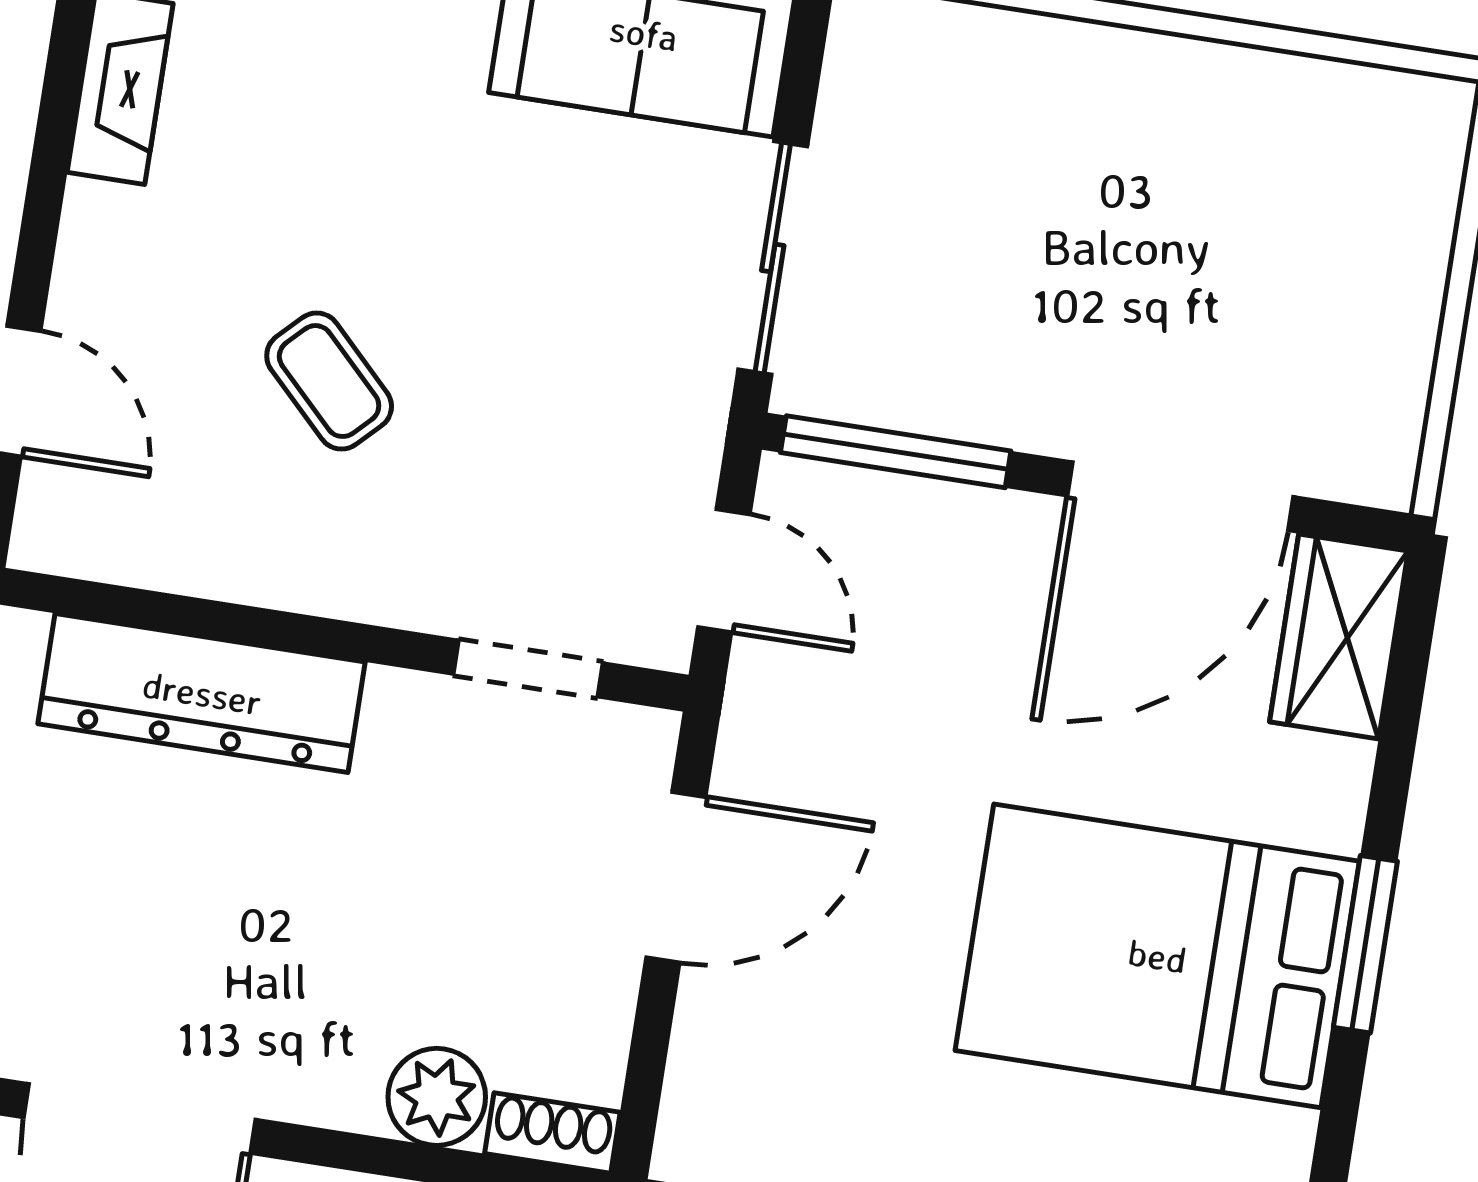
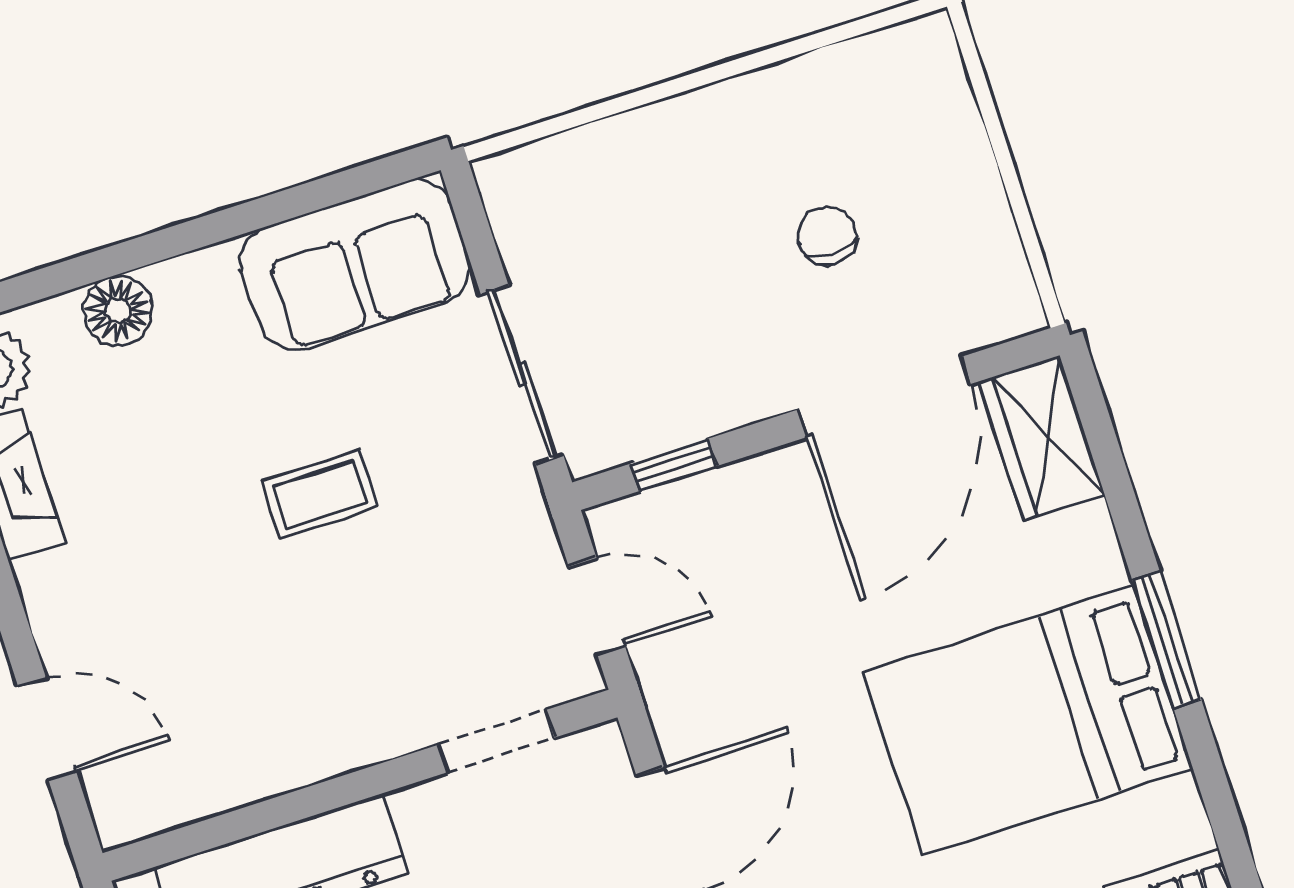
chair: (1208, 276) -> (827, 236), added
coffee table: (329, 381) -> (320, 494), moved, turned -45
window: (896, 452) -> (674, 465), width x0.46

